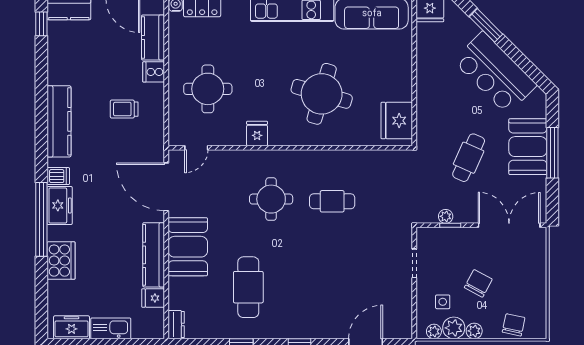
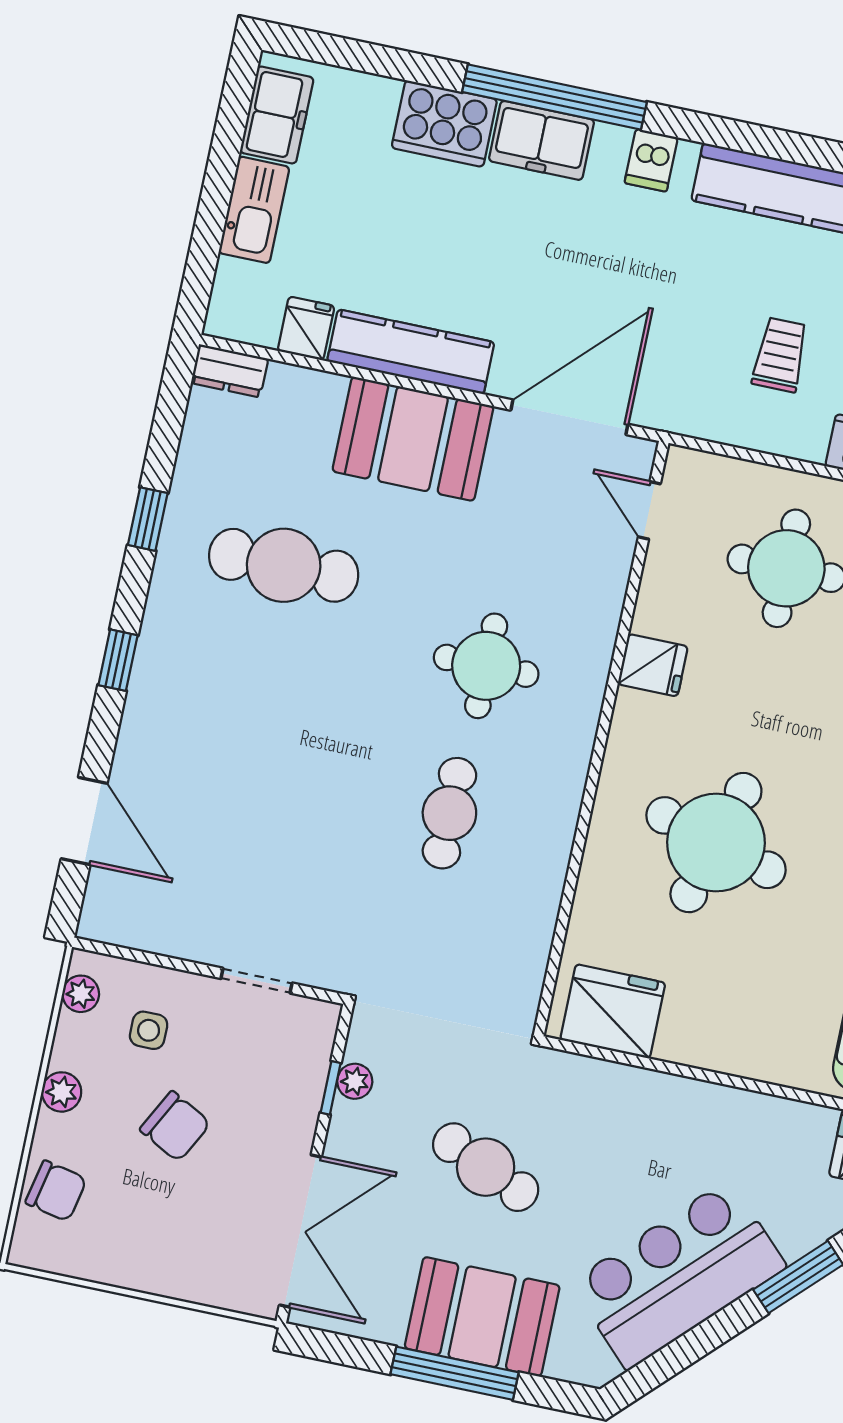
freezer: (60, 205) -> (541, 140), moved
plant: (454, 328) -> (79, 1044), removed

